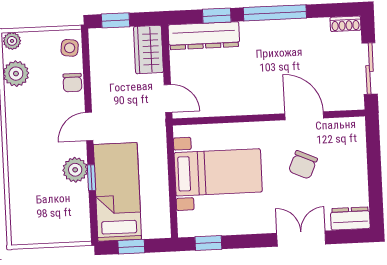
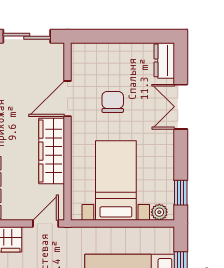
wardrobe: (247, 101) -> (52, 151), added
chair: (303, 165) -> (113, 102), turned -114
plant: (186, 221) -> (159, 212), added

